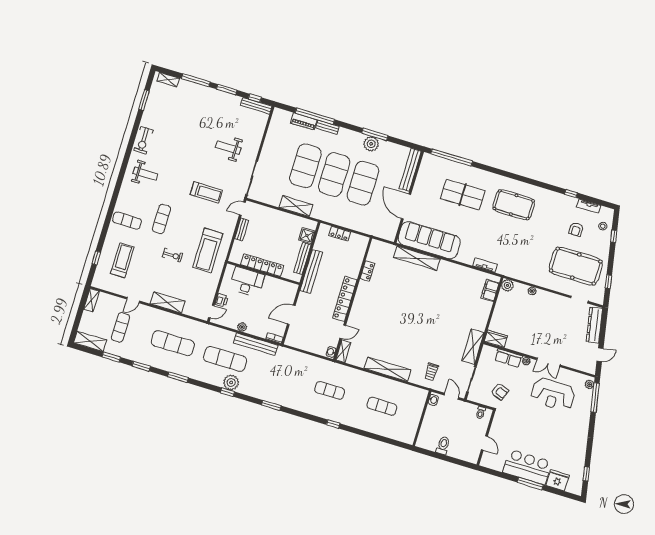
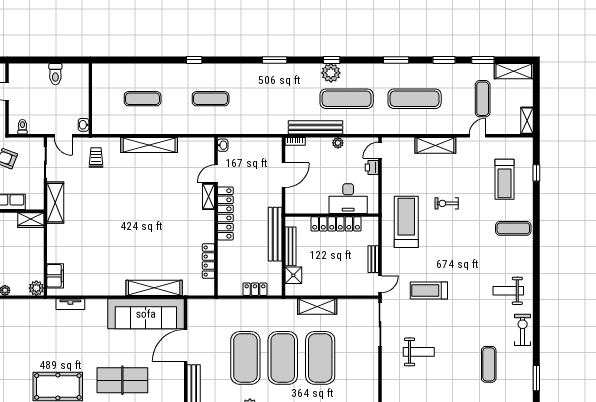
door: (406, 207) -> (186, 346), swing flipped
exercise mat: (161, 219) -> (489, 364), moved
locker: (367, 271) -> (208, 261), width x1.53
shelving: (343, 351) -> (209, 197), moved

